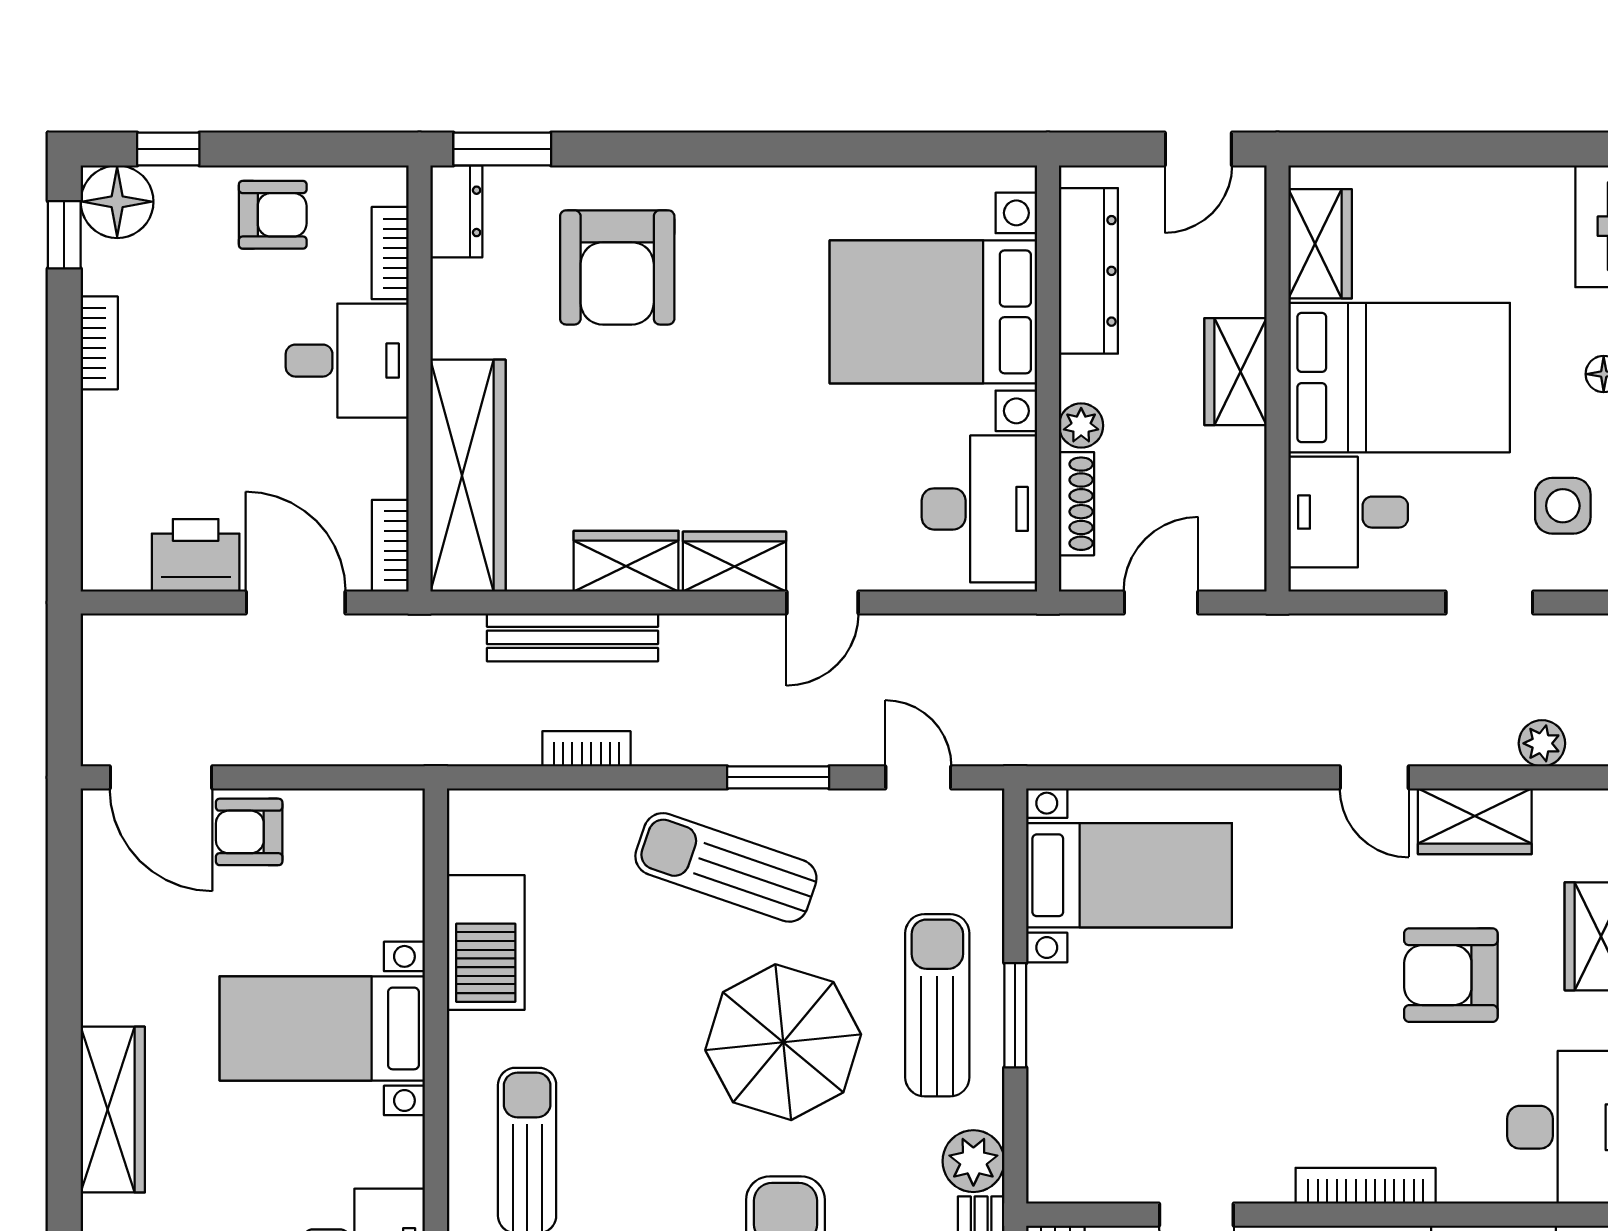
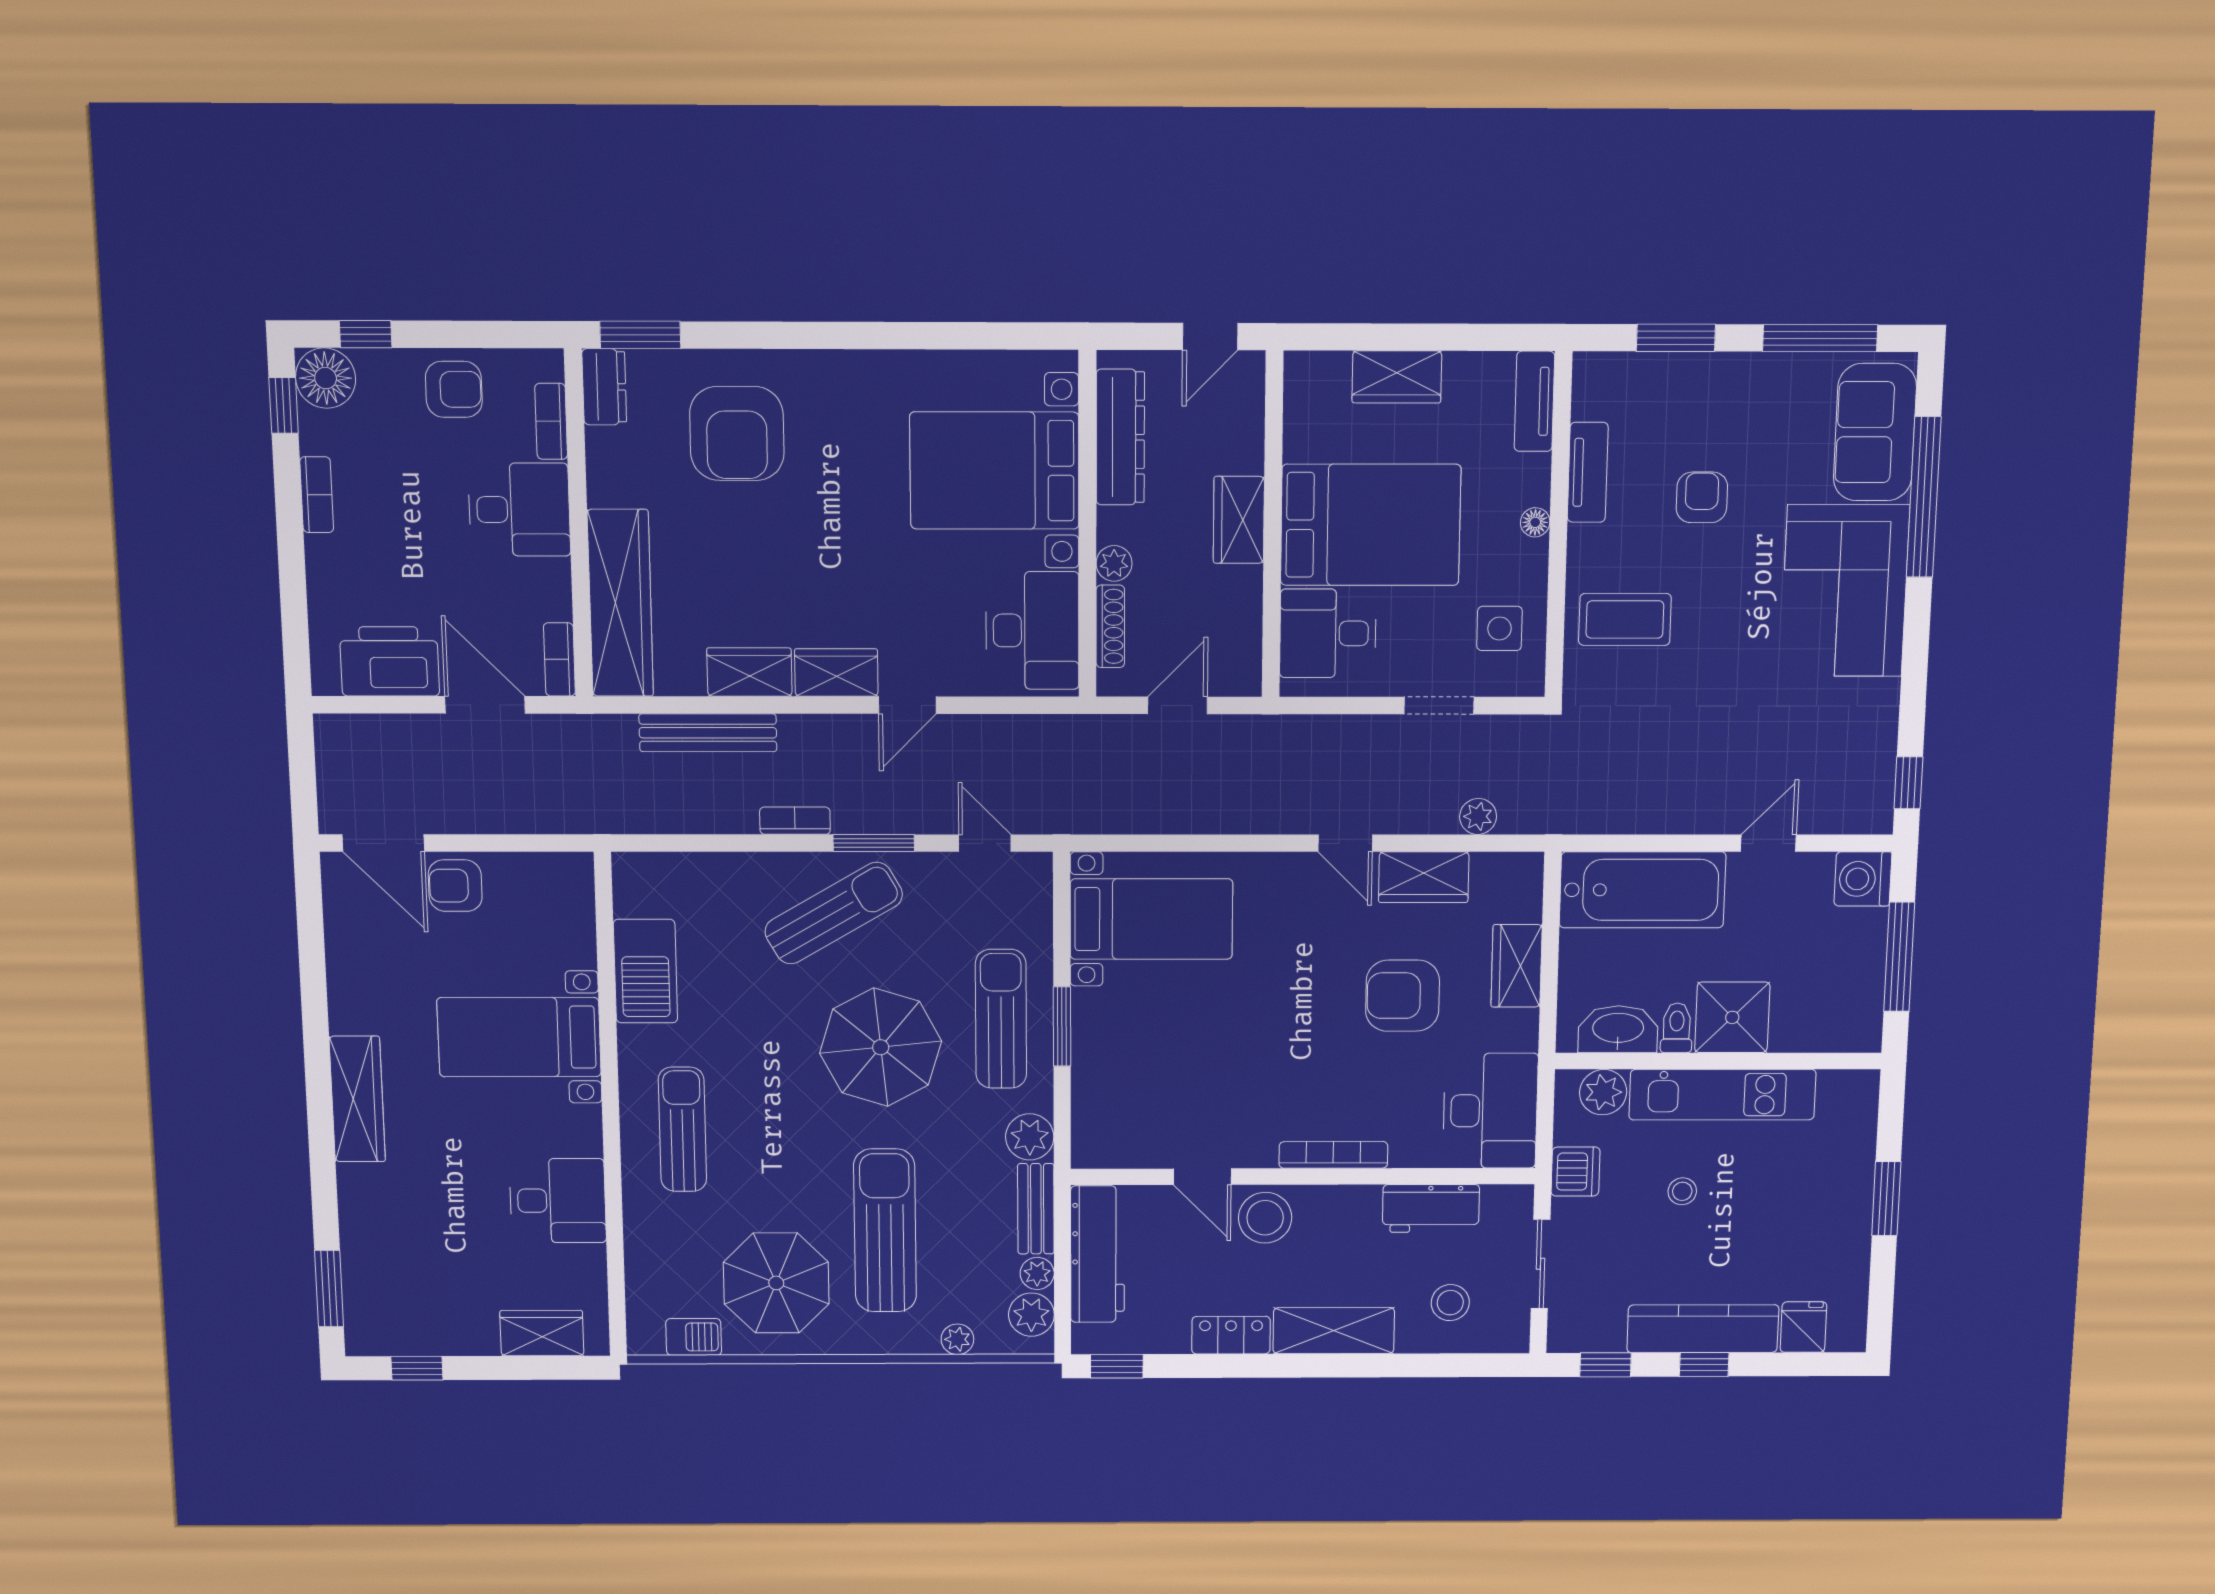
wardrobe: (1320, 244) -> (1397, 377), moved, turned 90
printer: (196, 555) -> (389, 661), width x1.37, depth x1.19
bookcase: (586, 749) -> (795, 821), moved
sun lounger: (726, 867) -> (834, 913), turned 131

